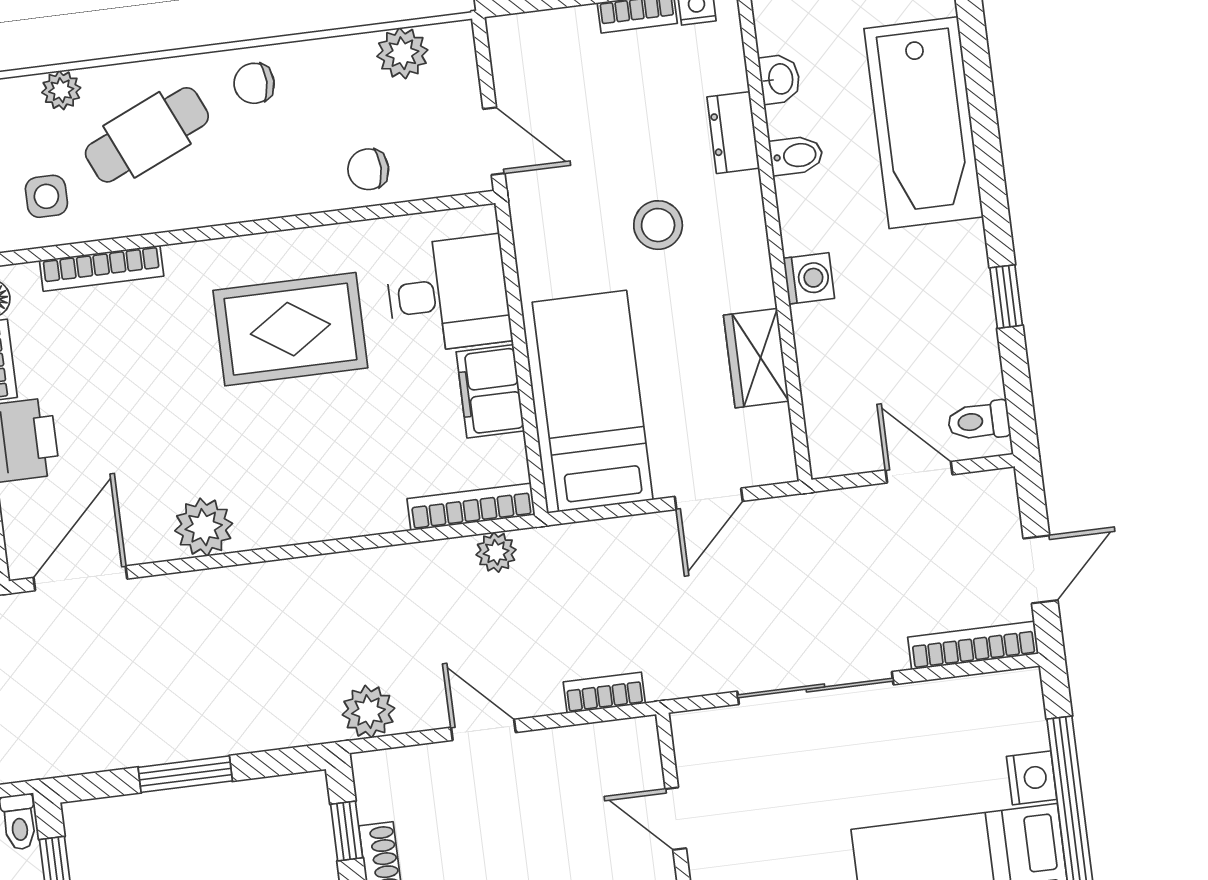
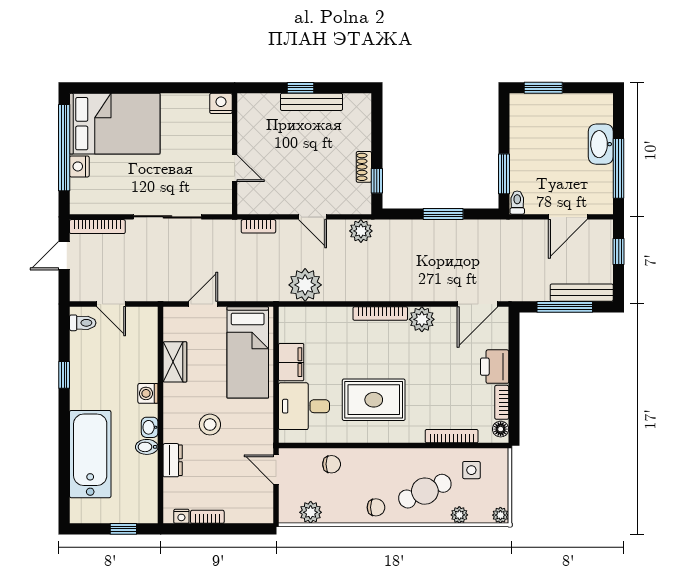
washbasin: (780, 79) -> (150, 427), moved
bookcase: (471, 507) -> (380, 314), moved
plant: (496, 552) -> (305, 285), width x1.87, depth x1.87

